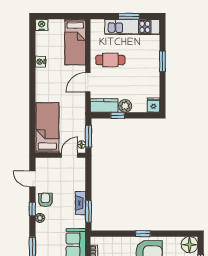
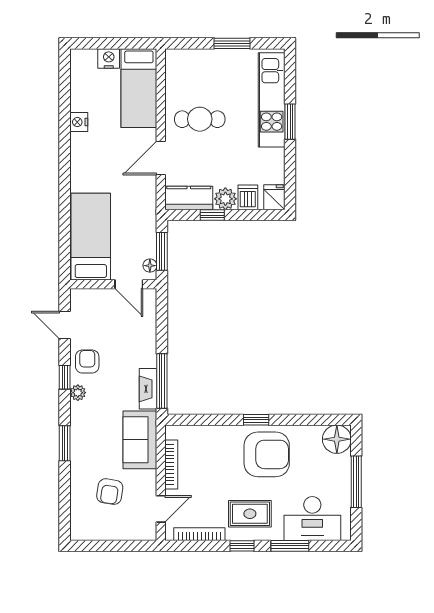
nightstand: (42, 25) -> (109, 58), moved
kitchen unit: (132, 27) -> (272, 100), moved, turned 90
dishwasher: (138, 105) -> (248, 197), added
door: (69, 155) -> (129, 284), swing flipped
fireplace: (80, 203) -> (148, 389), moved
window: (88, 211) -> (162, 381), width x1.44

